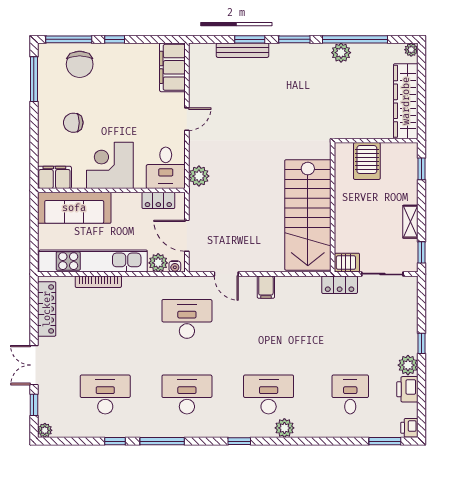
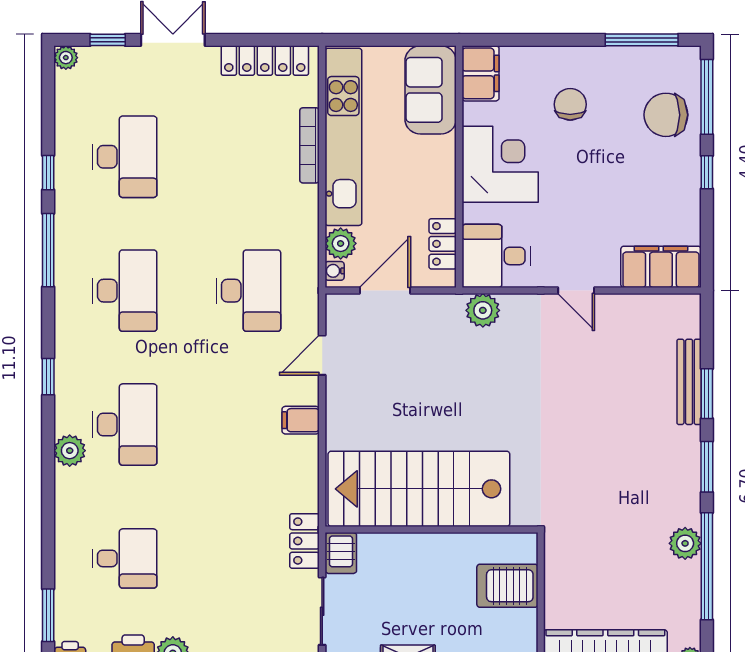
sofa: (74, 208) -> (431, 90), width x0.73

